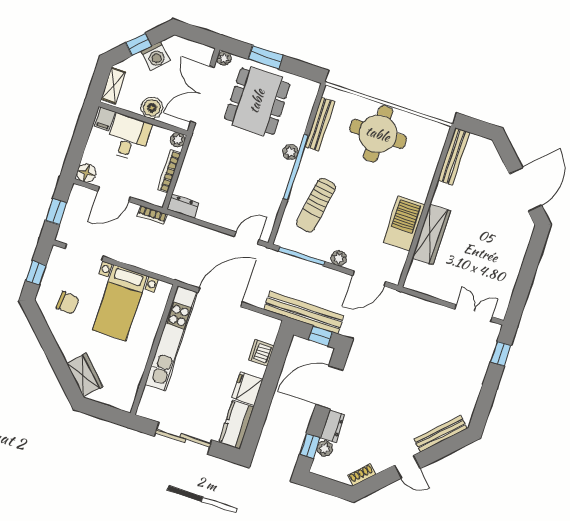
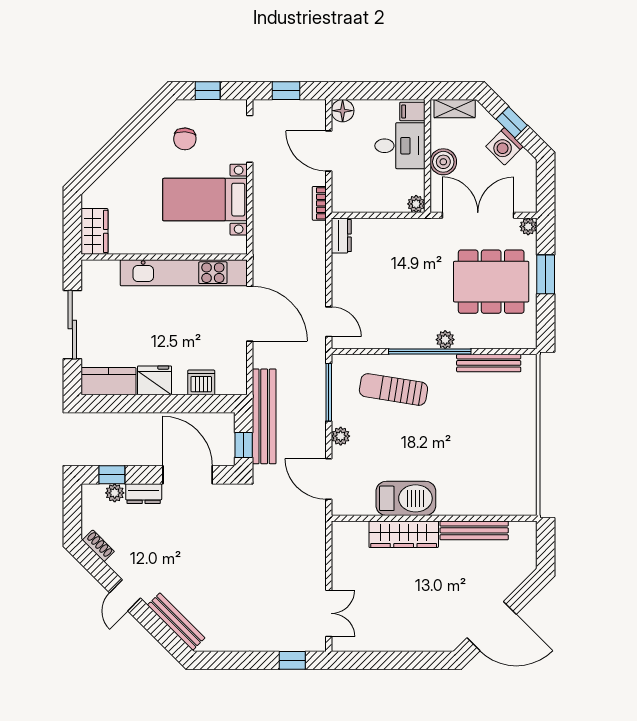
round table: (378, 134) -> (500, 434), removed
bench: (454, 156) -> (474, 530), moved
bookcase: (169, 171) -> (376, 206), removed
wardrobe: (84, 375) -> (94, 231), moved, turned -45

